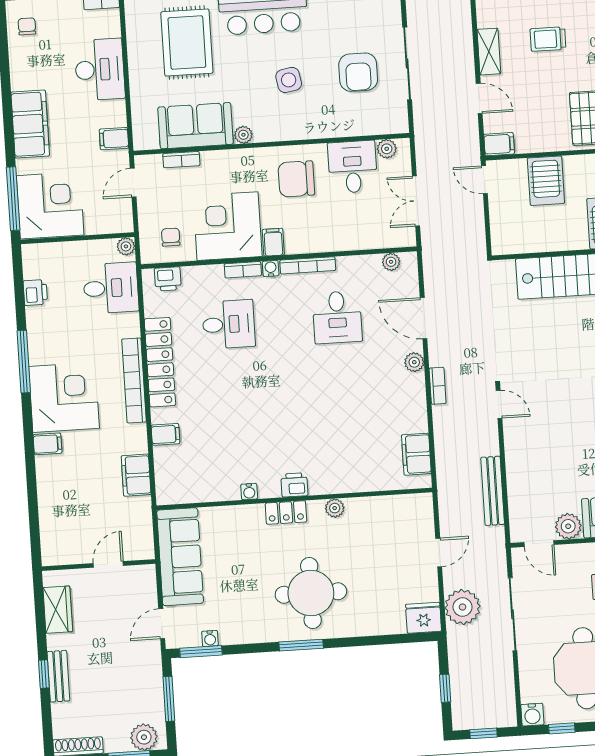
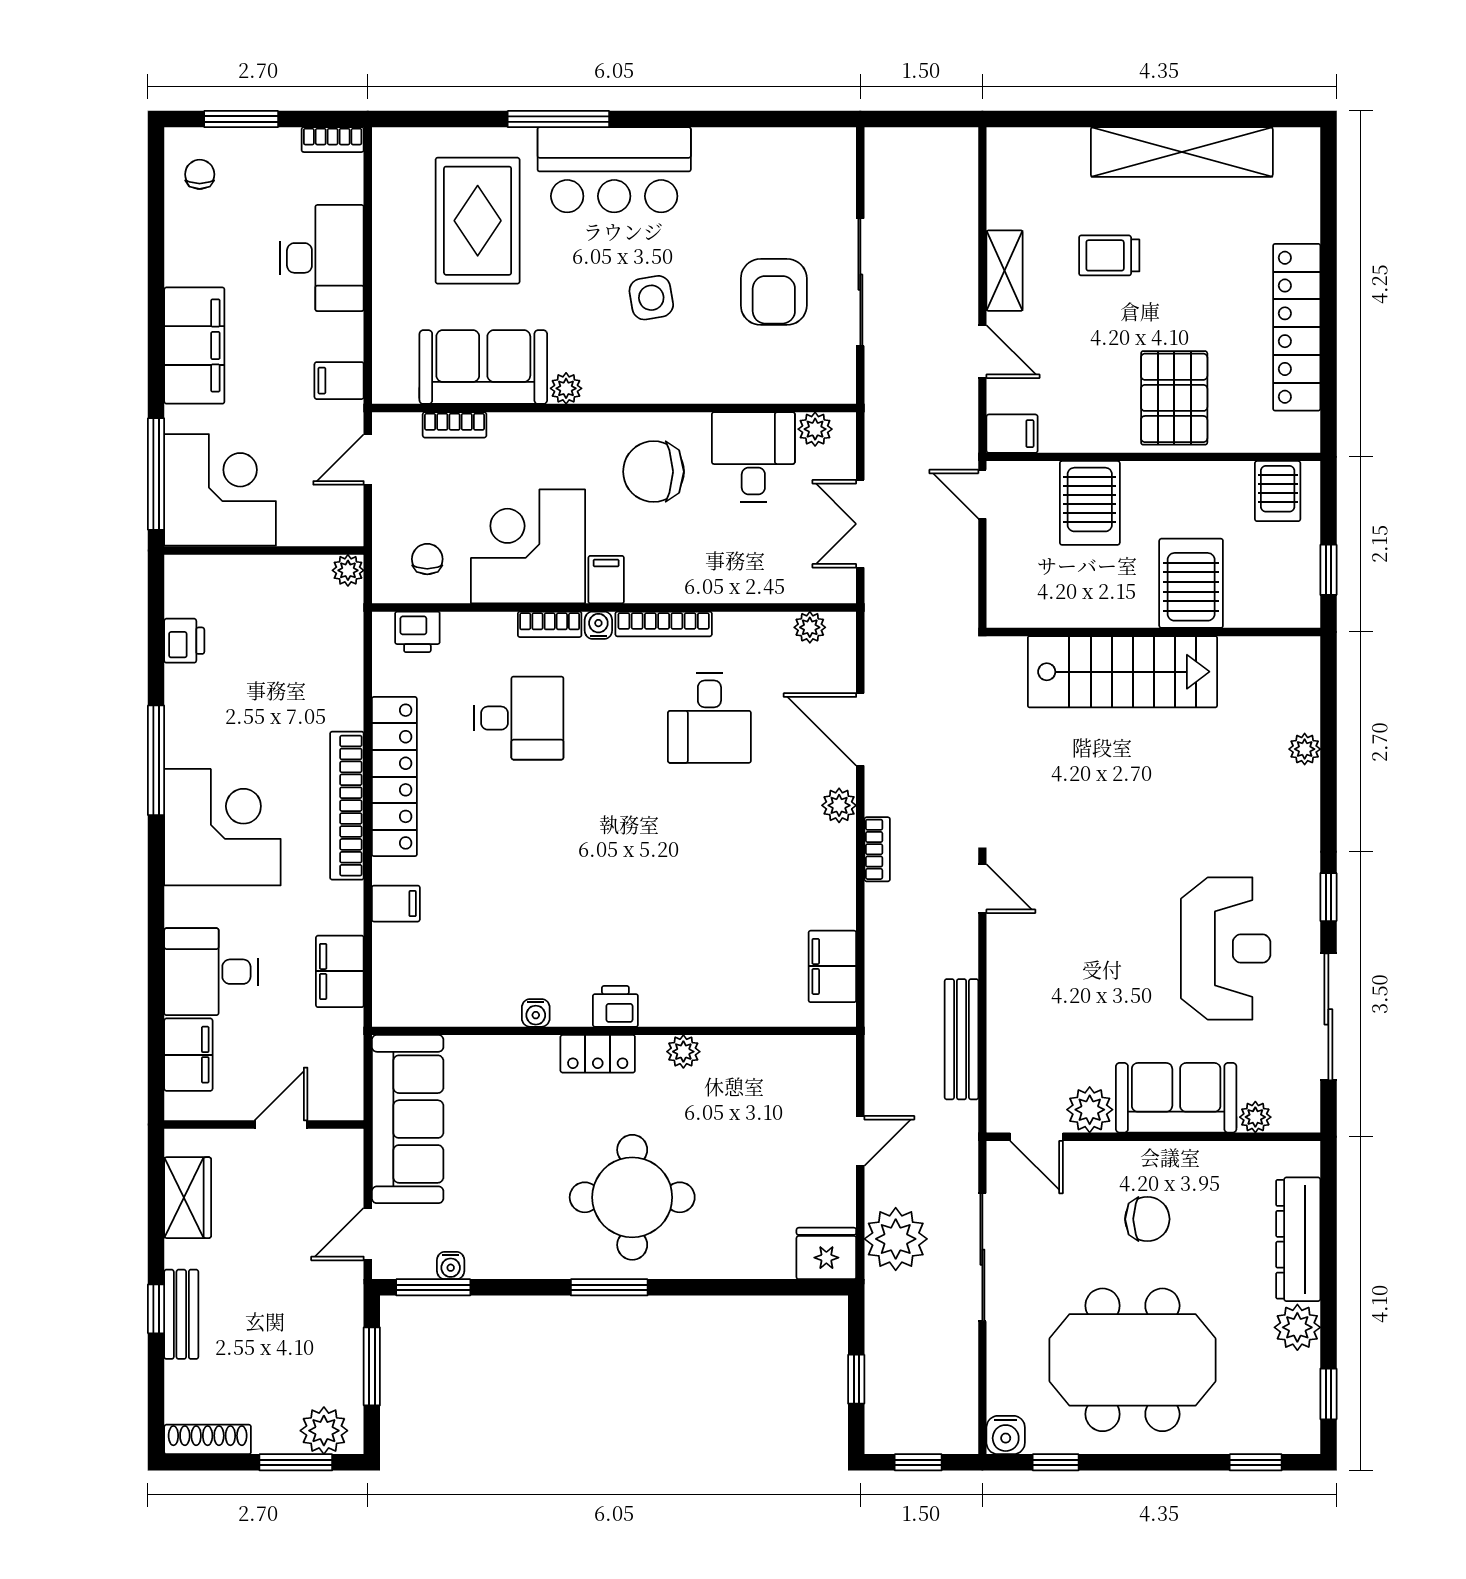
desk: (111, 288) -> (211, 972), moved, turned 180
filing cabinet: (47, 444) -> (188, 1055), moved, width x2.00

